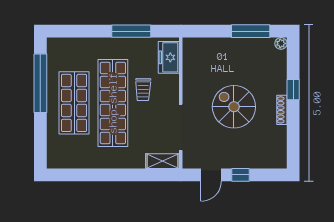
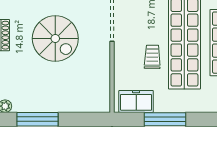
freezer: (169, 57) -> (136, 101), moved, turned -90

